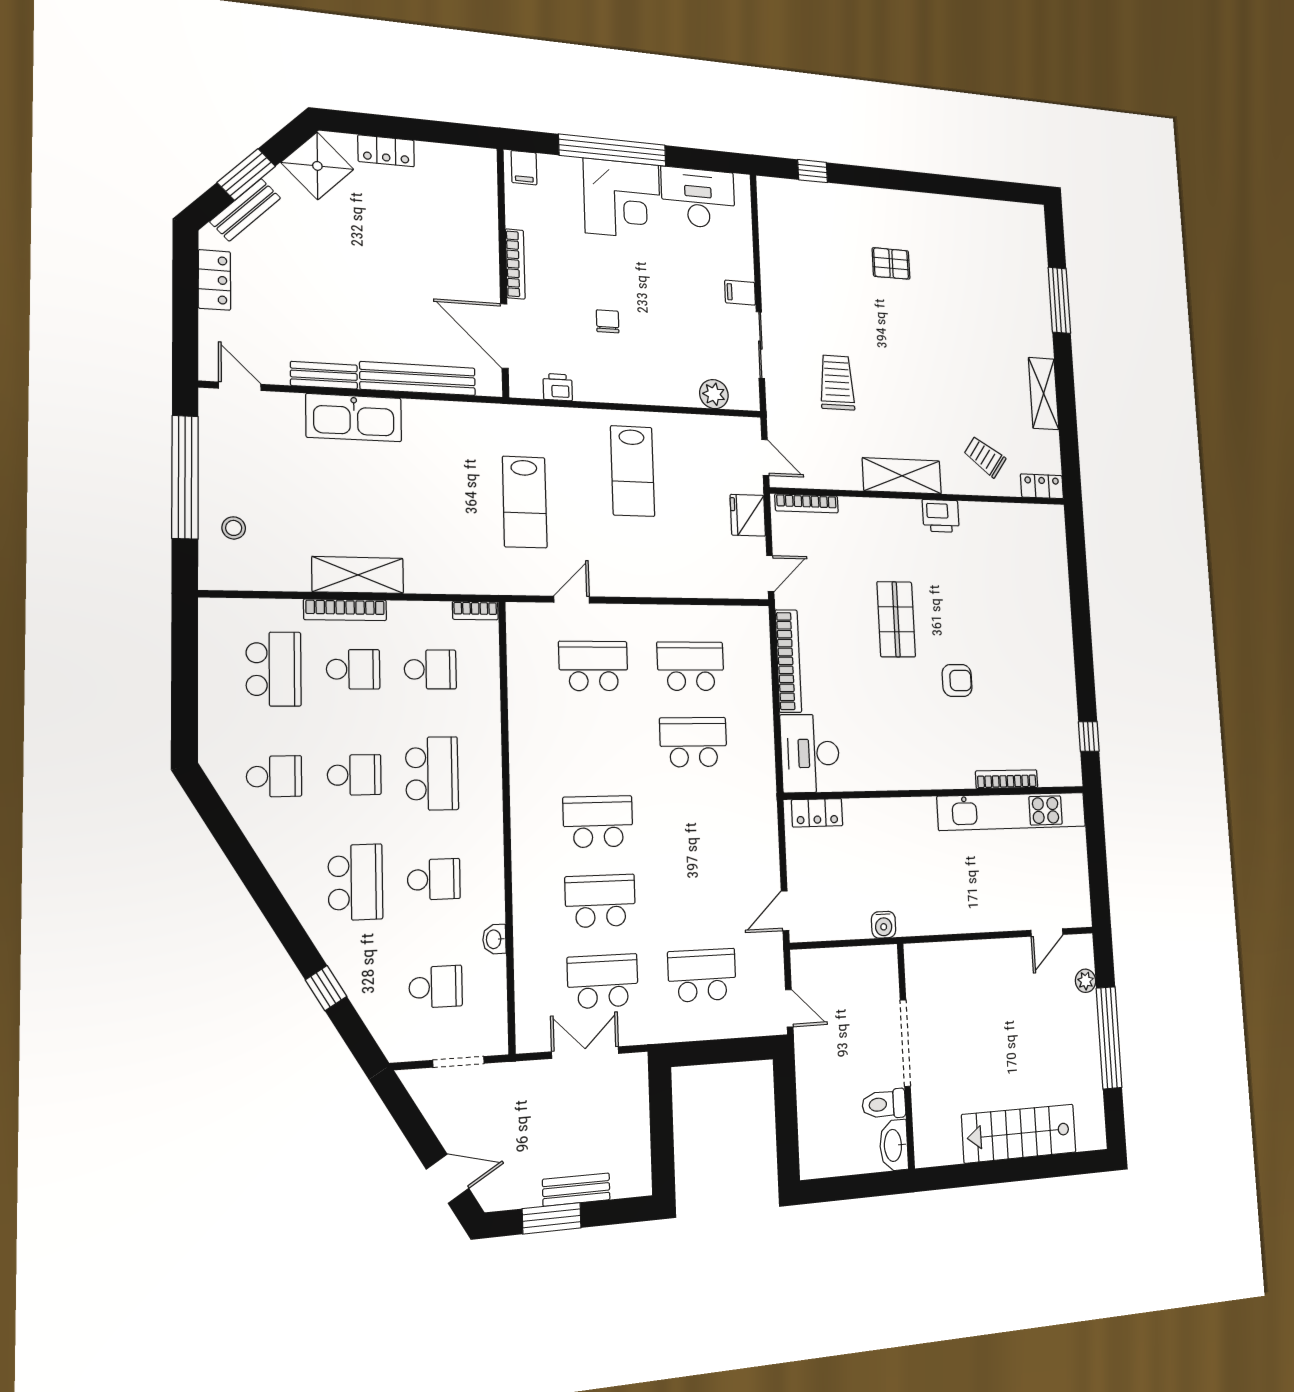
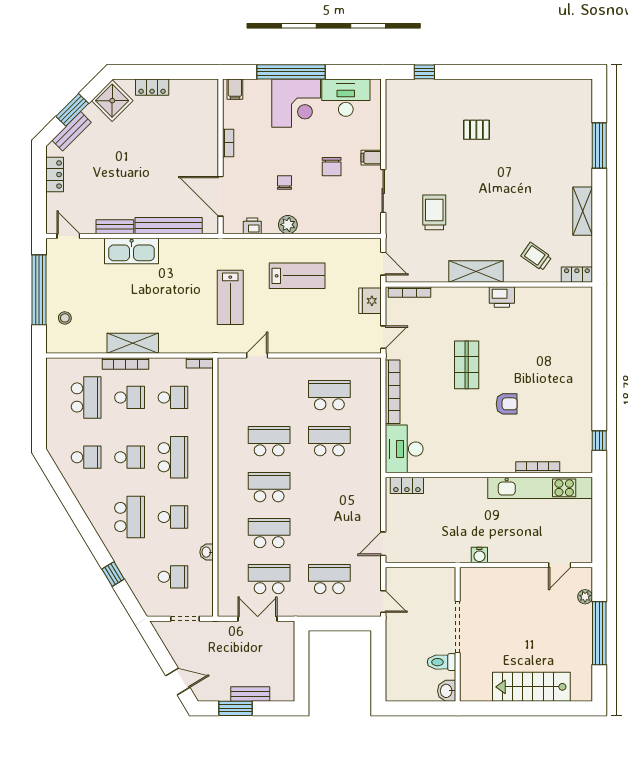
bookcase: (515, 264) -> (228, 143), width x0.64
chair: (681, 302) -> (332, 167), added
plant: (714, 394) -> (288, 225), moved
lab bench: (633, 471) -> (297, 276), turned -90
school desk: (593, 666) -> (269, 441), moved
water cooler: (884, 925) -> (479, 555), moved
washbasin: (894, 1145) -> (447, 691), width x0.72

